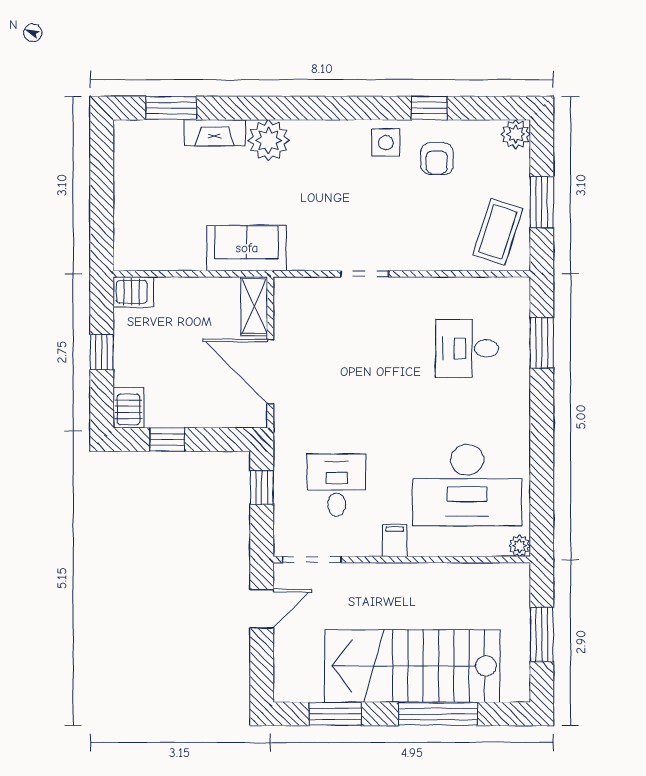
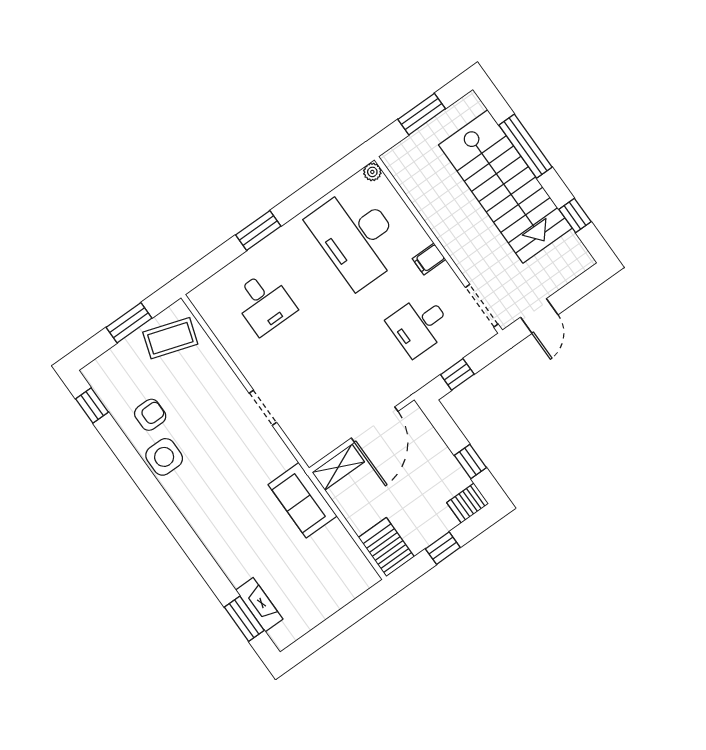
window: (429, 108) -> (92, 405), moved
fireplace: (215, 133) -> (259, 605), moved
plant: (516, 134) -> (96, 373), removed
plant: (269, 140) -> (219, 537), removed
side table: (386, 143) -> (164, 457), width x1.37, depth x1.37
server rack: (133, 292) -> (386, 547), width x1.36, depth x1.44
window: (542, 343) -> (258, 231), moved
desk: (467, 485) -> (357, 237), turned 180
door: (262, 609) -> (539, 316), swing flipped
window: (335, 714) -> (575, 216), width x0.67

